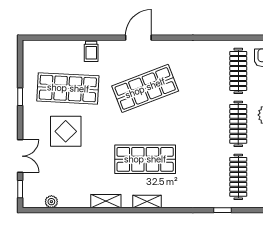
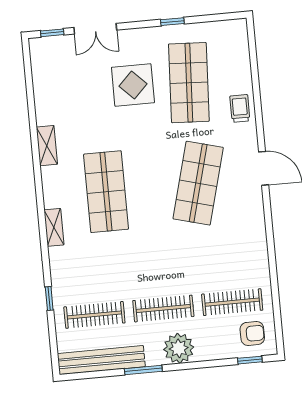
trolley: (91, 51) -> (240, 108), turned 90
shop shelf: (145, 88) -> (198, 183), turned 36
plant: (51, 202) -> (40, 75), removed
shelving: (147, 202) -> (54, 227), moved

